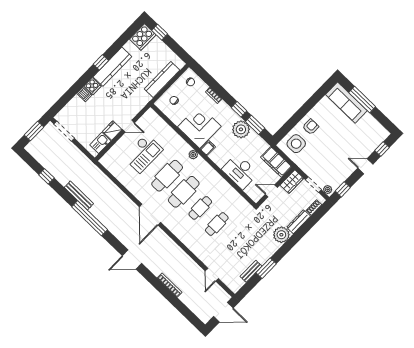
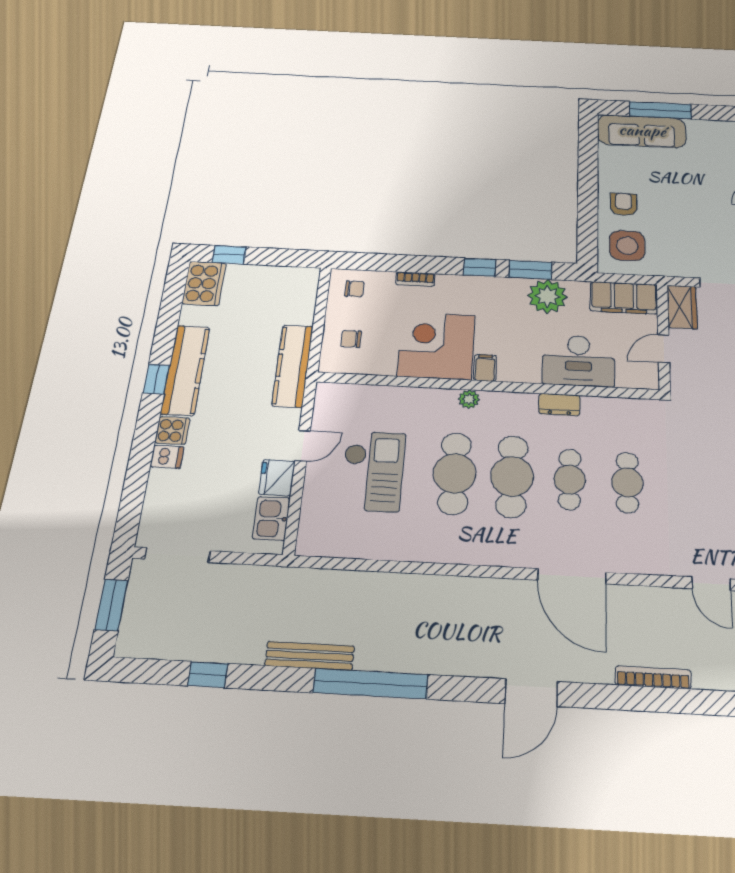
kitchen counter: (162, 79) -> (293, 366), moved
plant: (241, 129) -> (547, 296), moved
dresser: (220, 181) -> (559, 405), added
door: (150, 215) -> (572, 576), moved

